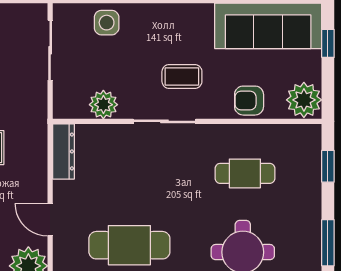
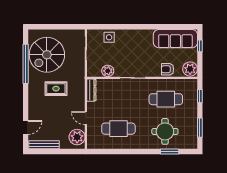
coffee table: (182, 76) -> (140, 59), removed
cafe table: (245, 173) -> (166, 99), width x1.37, depth x1.35

